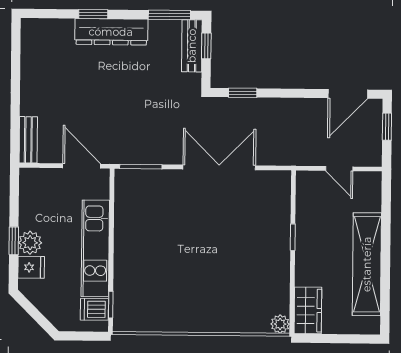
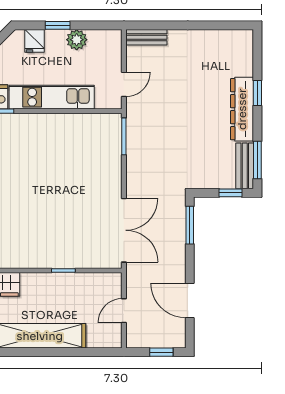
bench: (192, 46) -> (245, 166), moved, turned 90
window: (243, 93) -> (190, 225), width x1.50
door: (348, 94) -> (190, 300), moved
door: (82, 166) -> (124, 84), width x0.73
double door: (219, 167) -> (124, 230), moved
plant: (30, 243) -> (77, 40), moved

